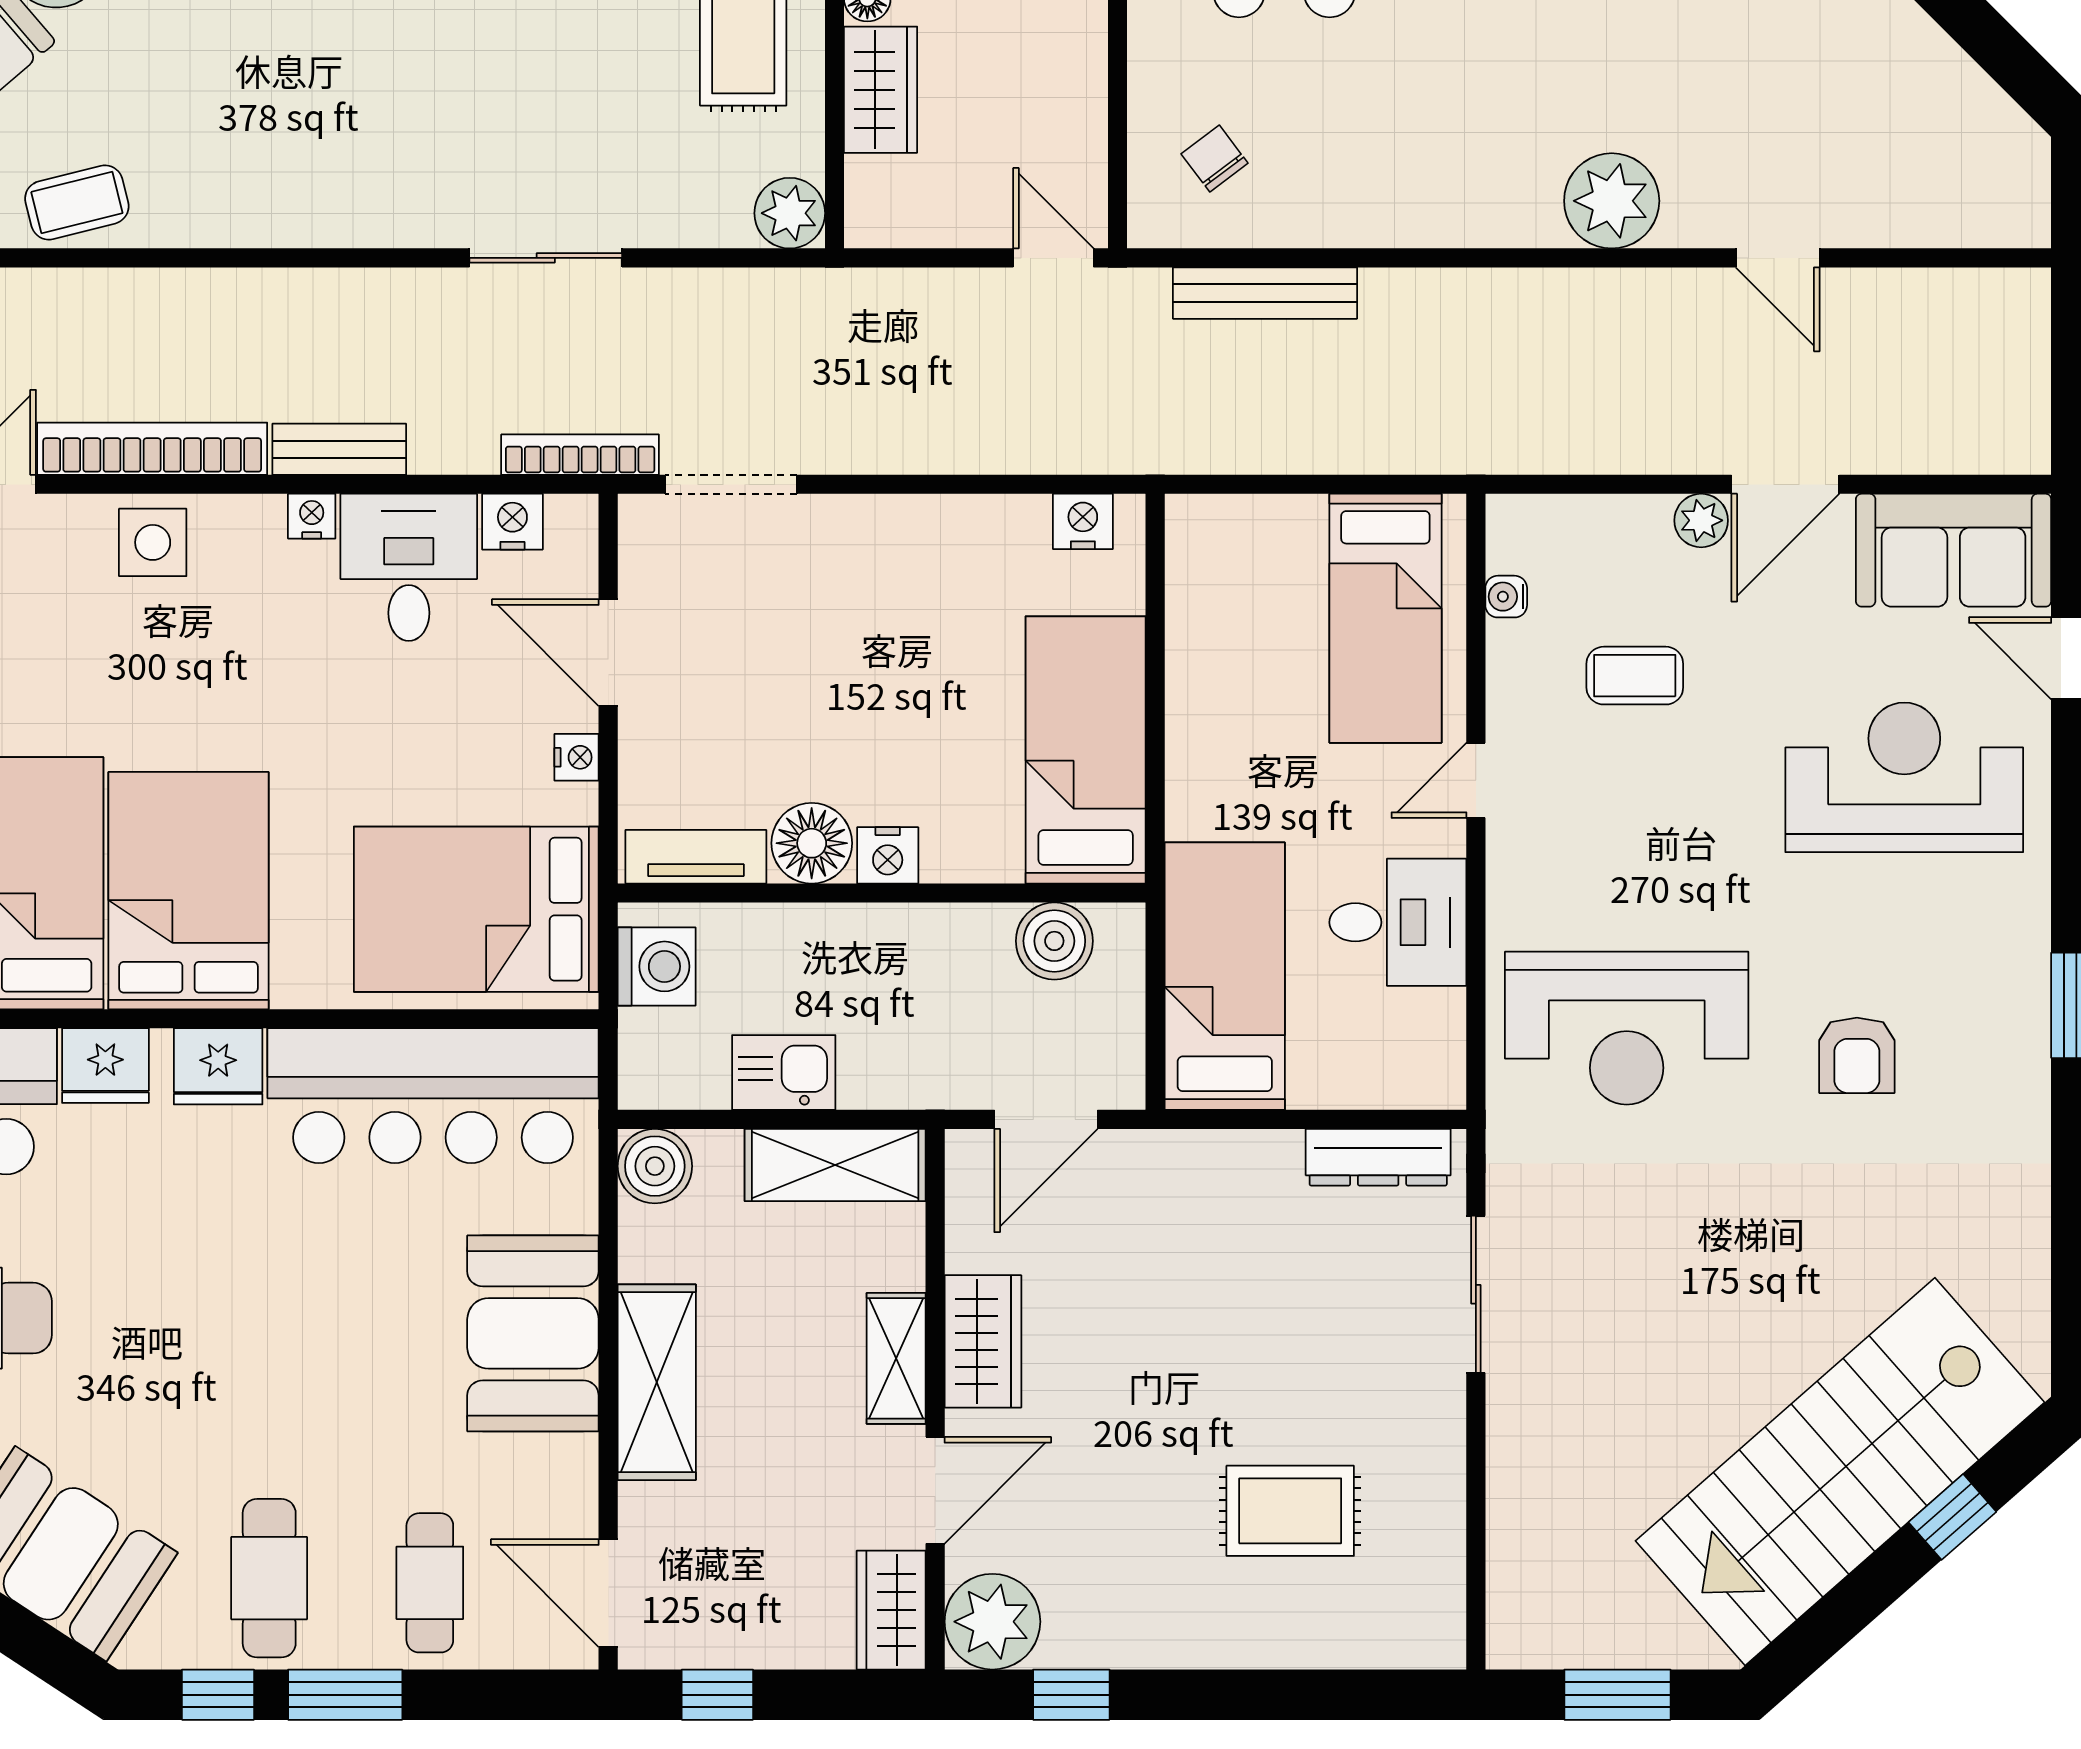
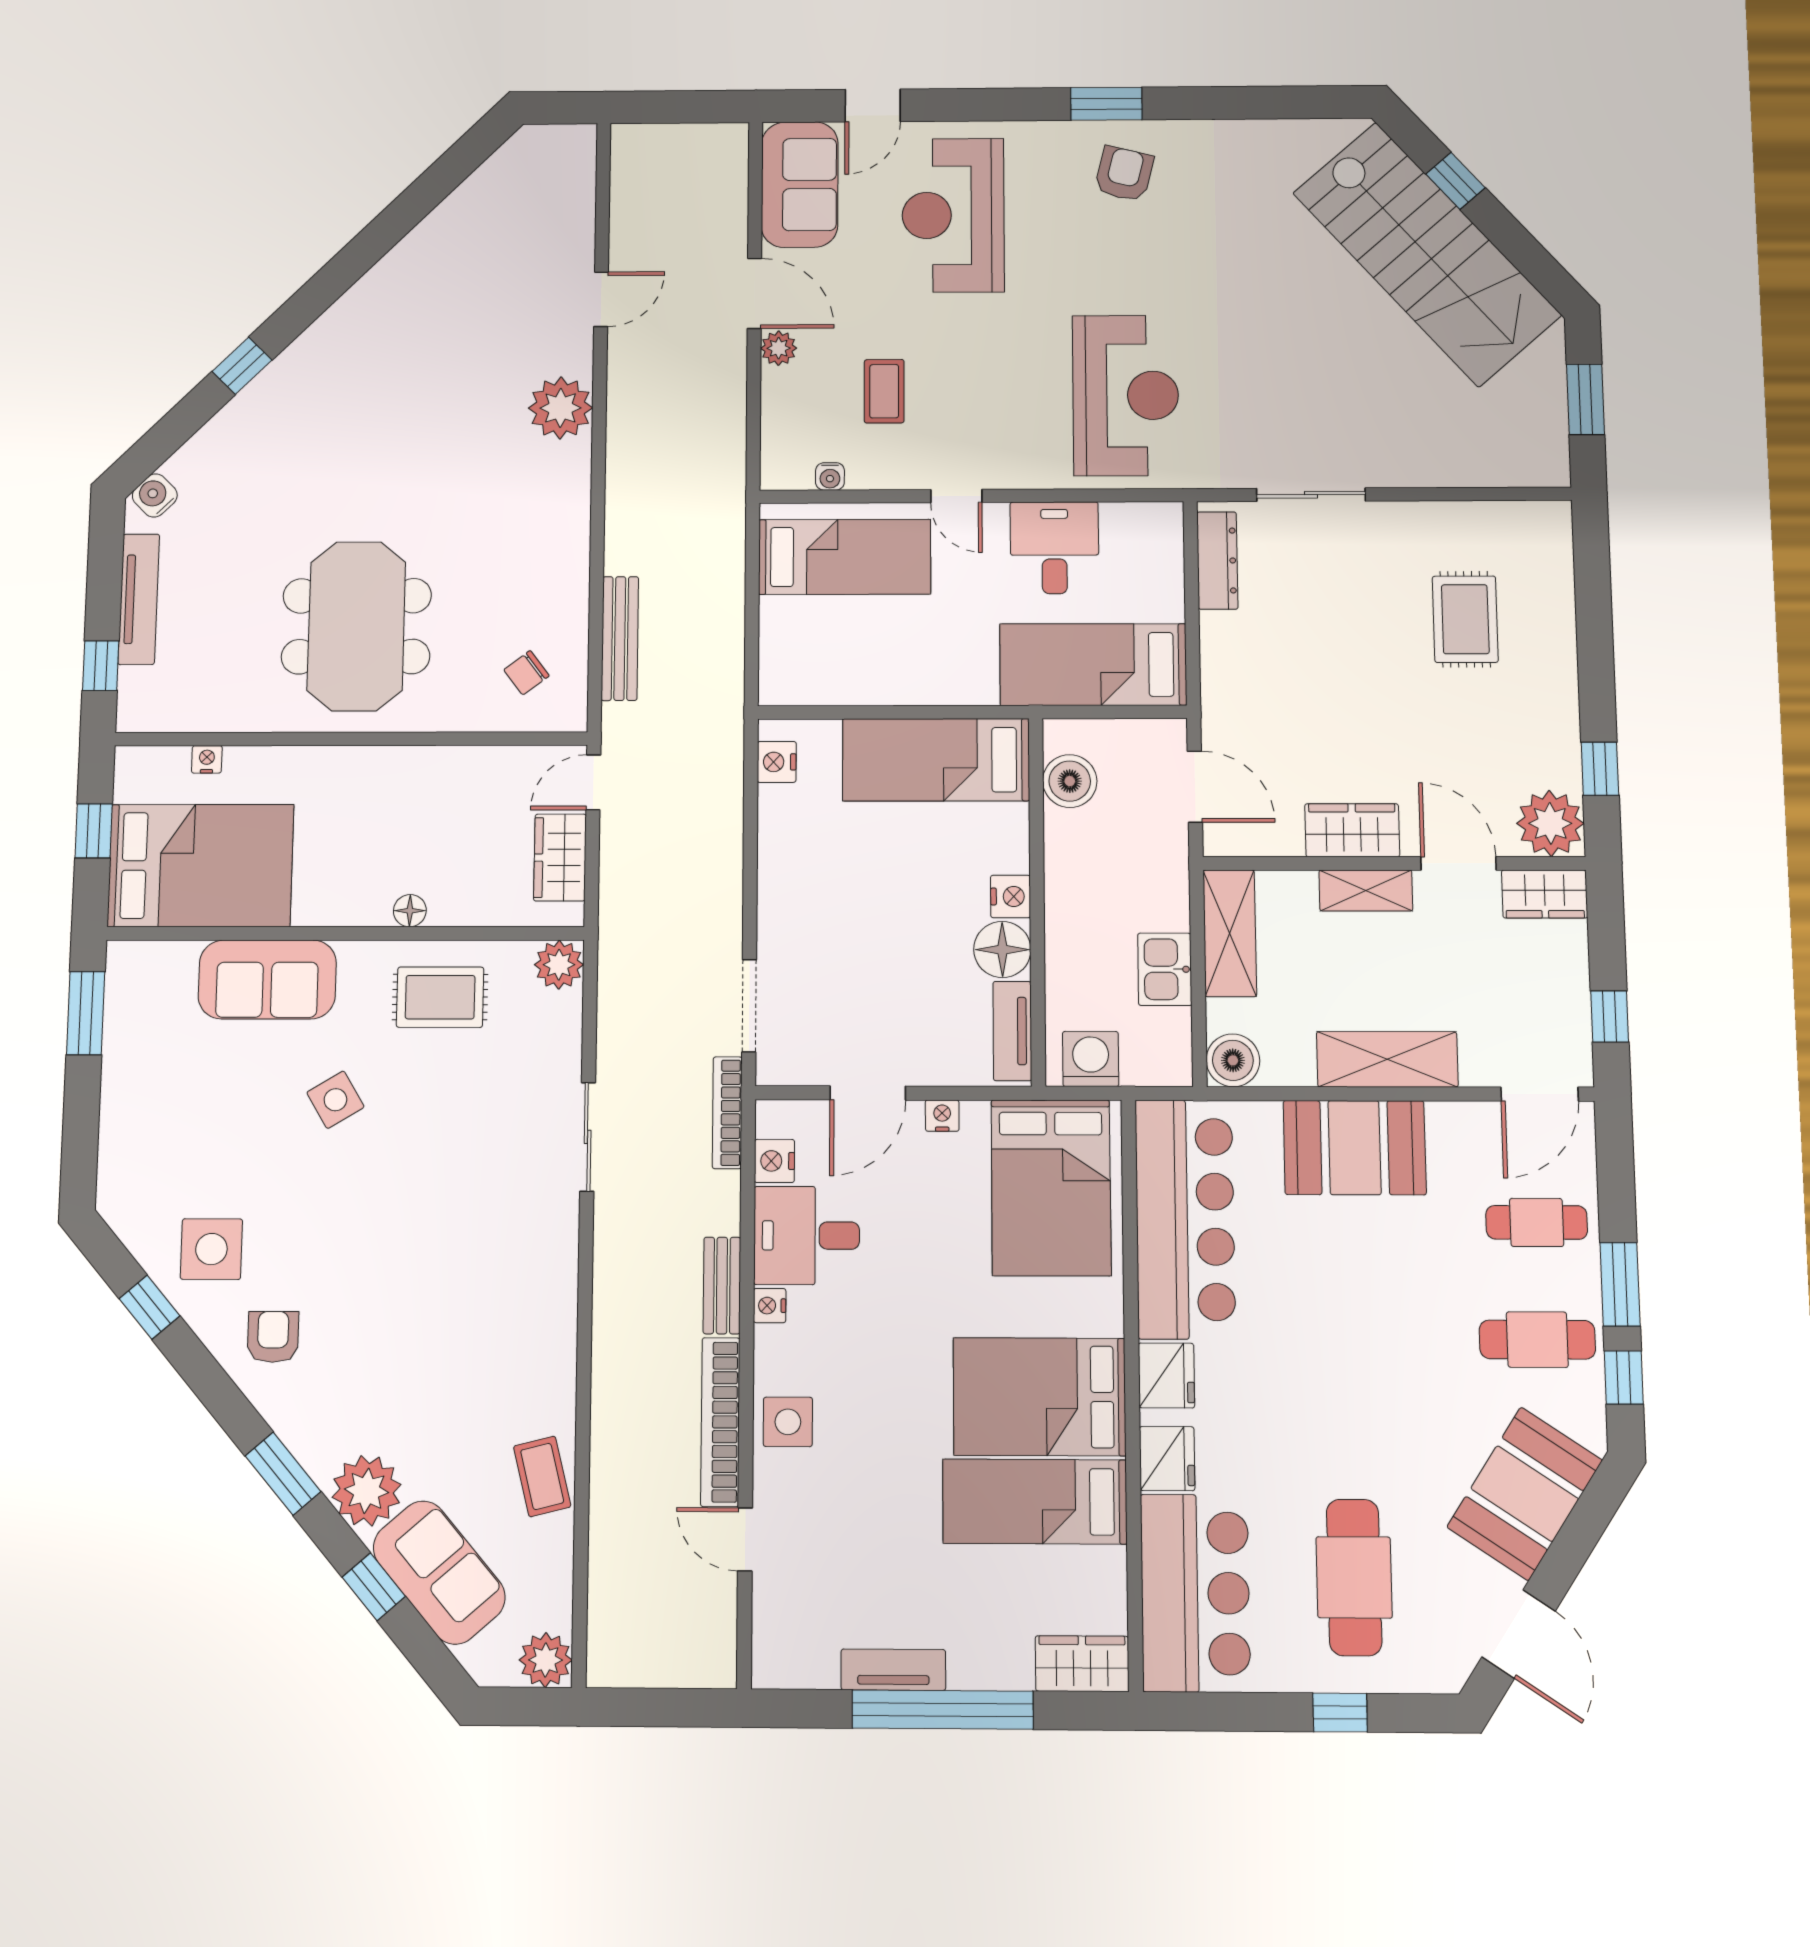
wardrobe: (881, 90) -> (560, 858), moved, turned -90
armchair: (1857, 1055) -> (1124, 174), moved, turned -76

